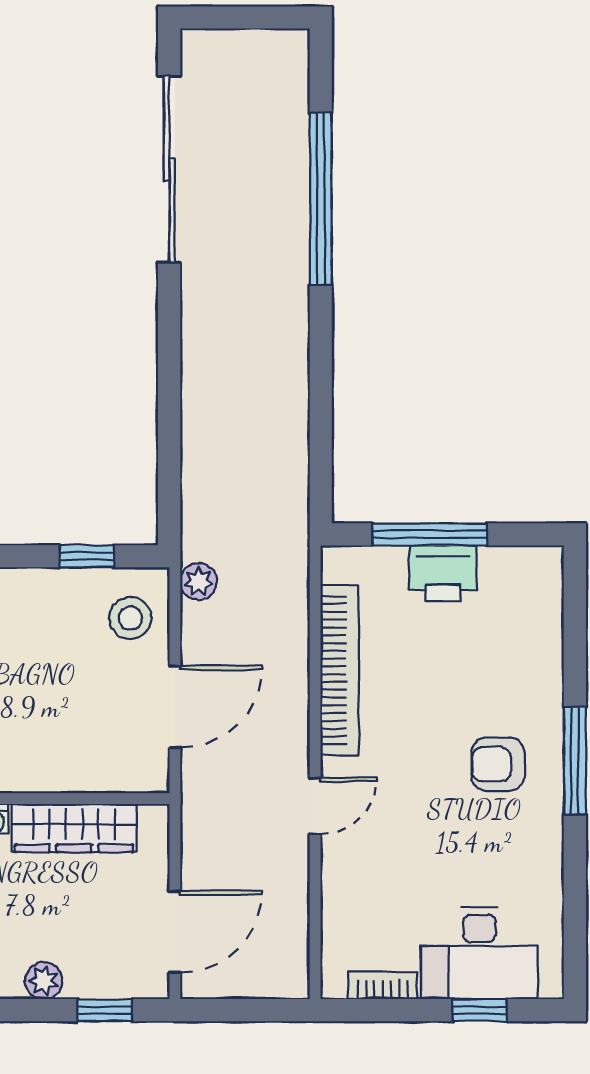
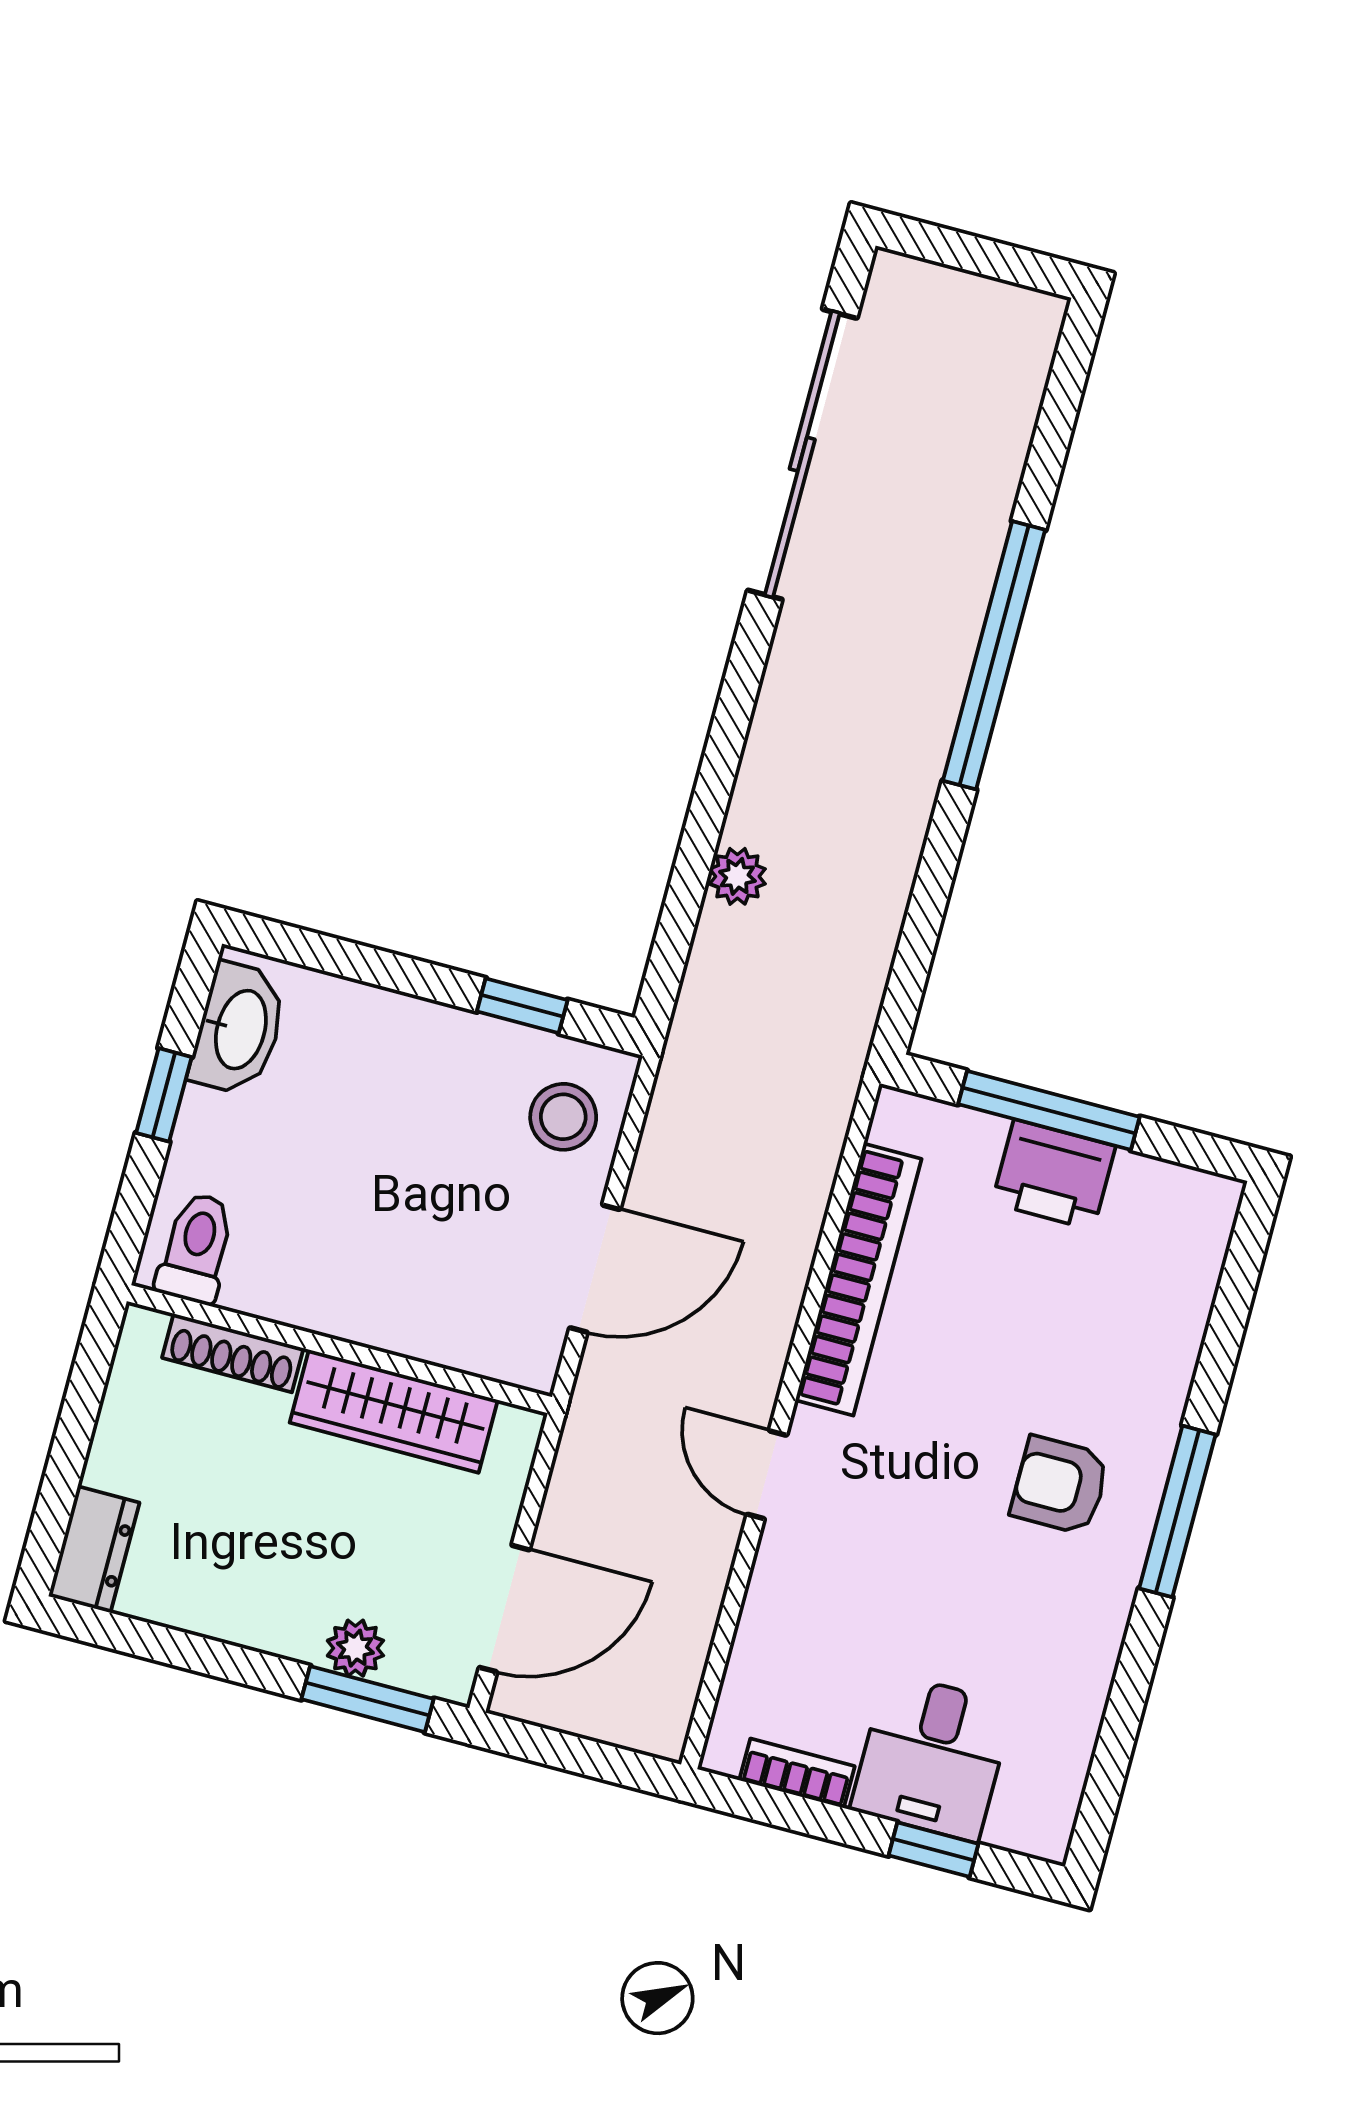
window: (321, 199) -> (994, 655), moved
plant: (199, 582) -> (737, 876), moved
door: (315, 806) -> (767, 1475), swing flipped
desk: (479, 953) -> (932, 1757), width x0.73
plant: (44, 981) -> (355, 1648), moved
window: (105, 1010) -> (367, 1699), width x1.50

